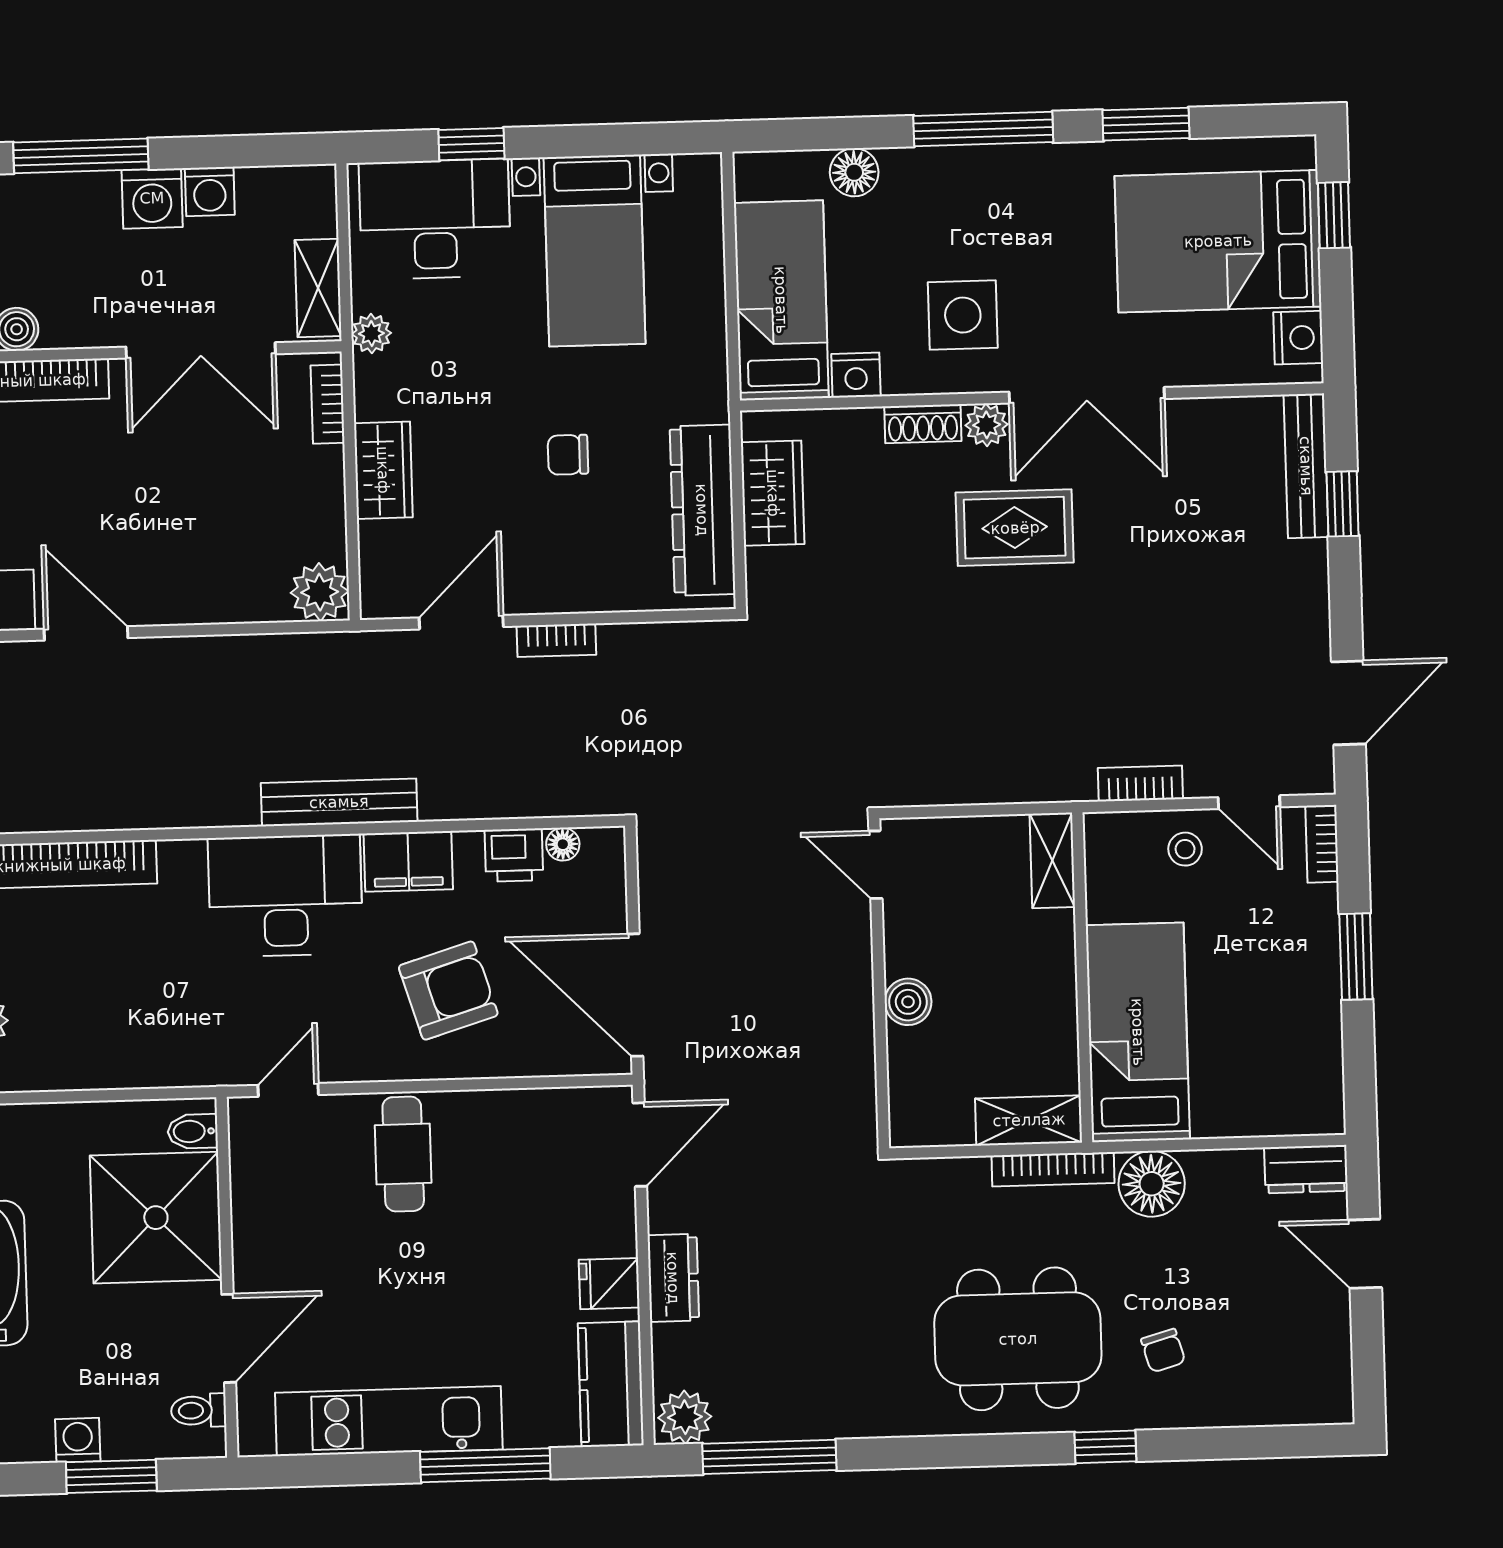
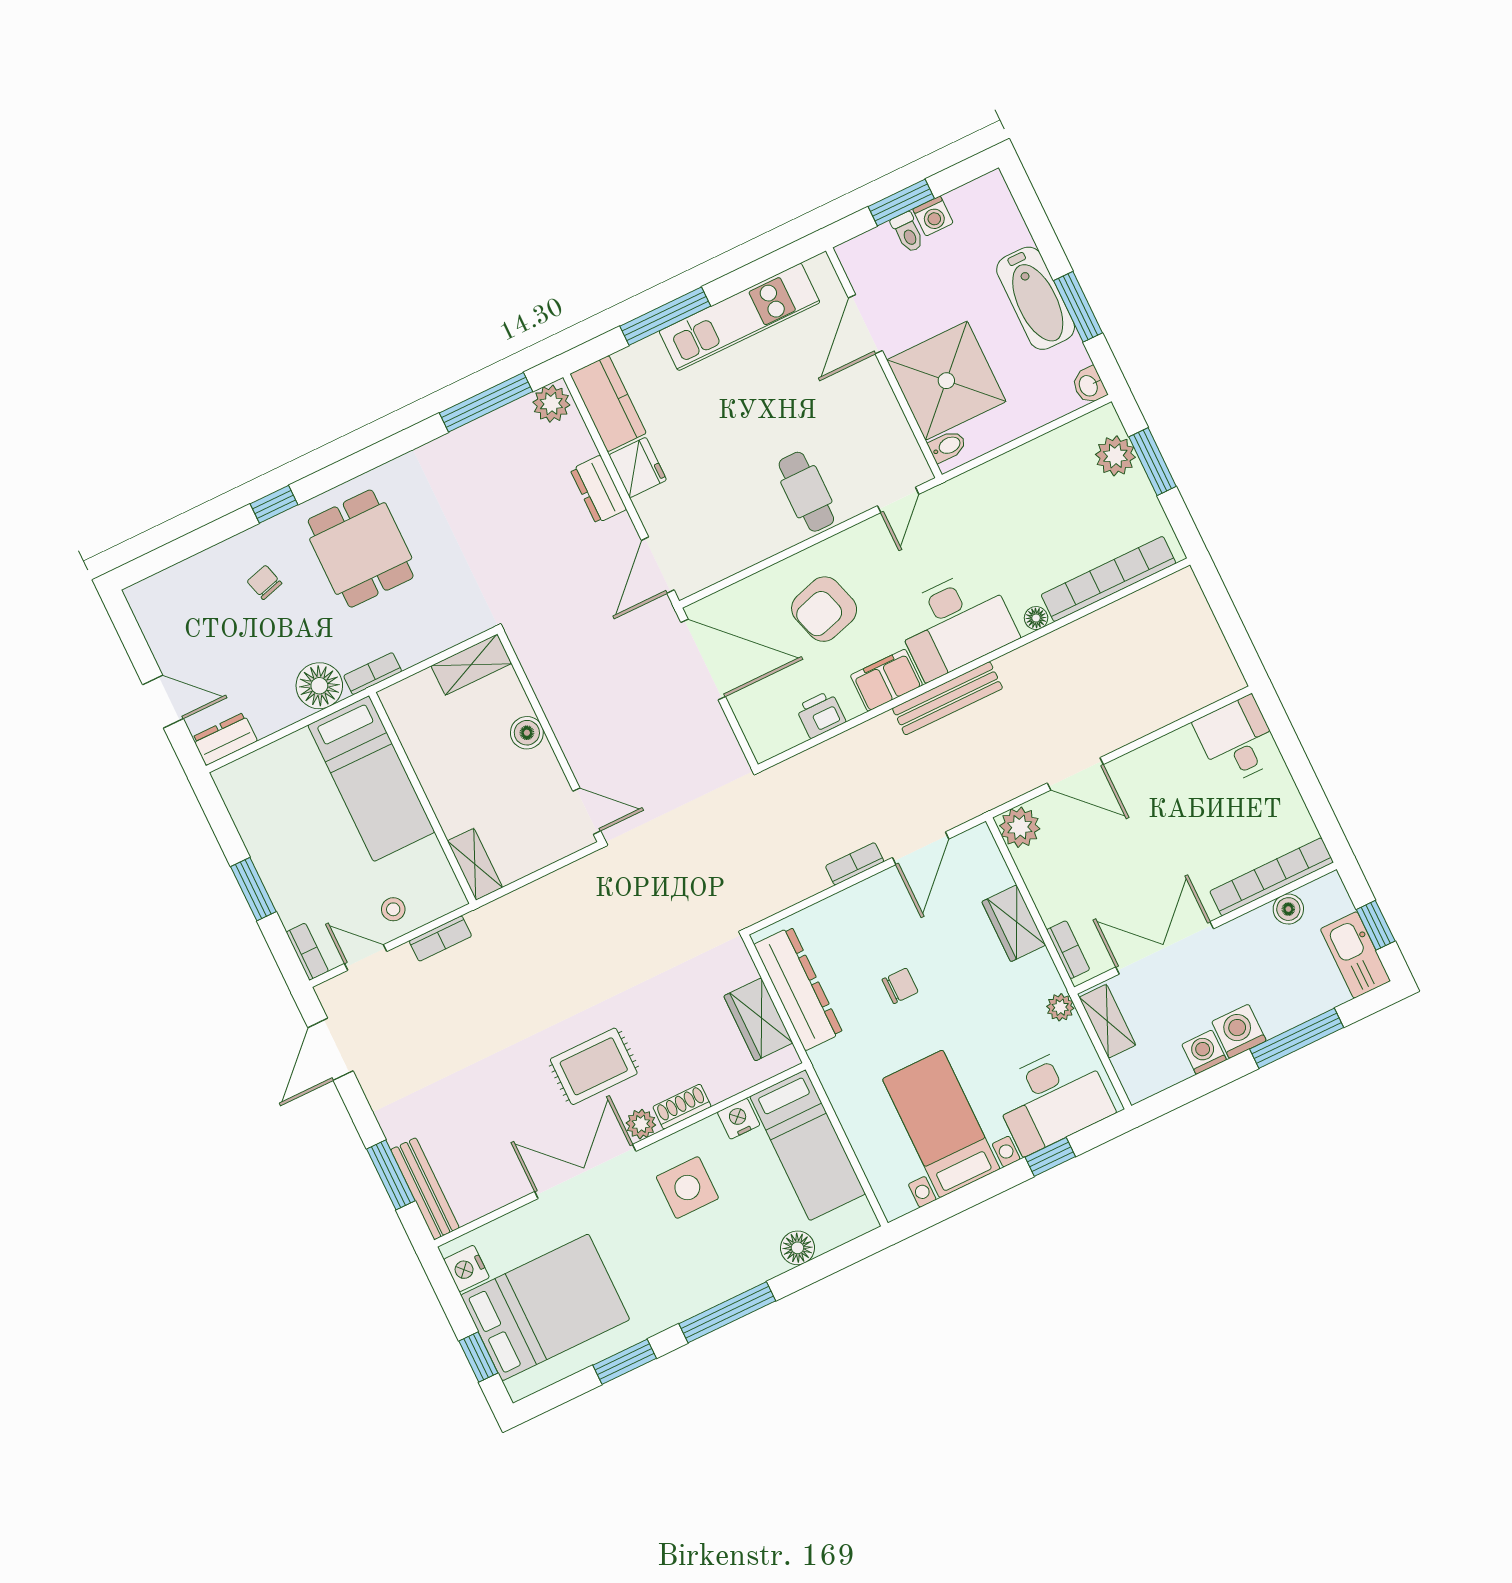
window: (1343, 504) -> (391, 1175), width x1.50
door: (86, 633) -> (1075, 774), moved
floor lamp: (563, 844) -> (1036, 618), moved
shelving: (1029, 1120) -> (471, 665), moved
bookcase: (1053, 1169) -> (373, 674), width x0.64
fridge: (609, 1284) -> (638, 467), width x1.38
dining table: (1018, 1339) -> (361, 549), width x0.73
toilet: (199, 1410) -> (908, 232), moved, turned 90

